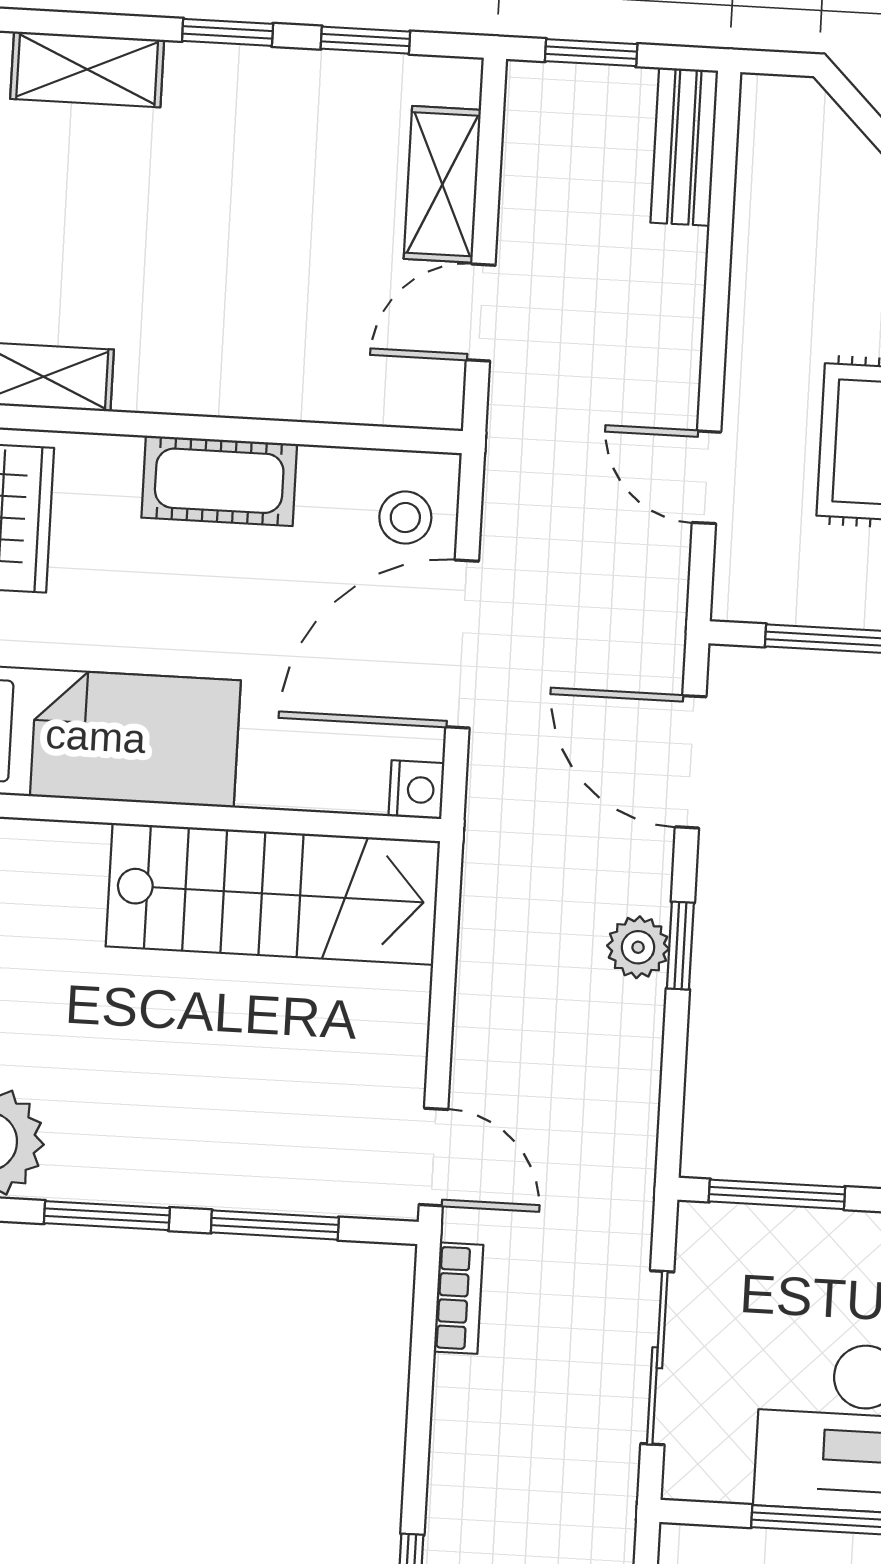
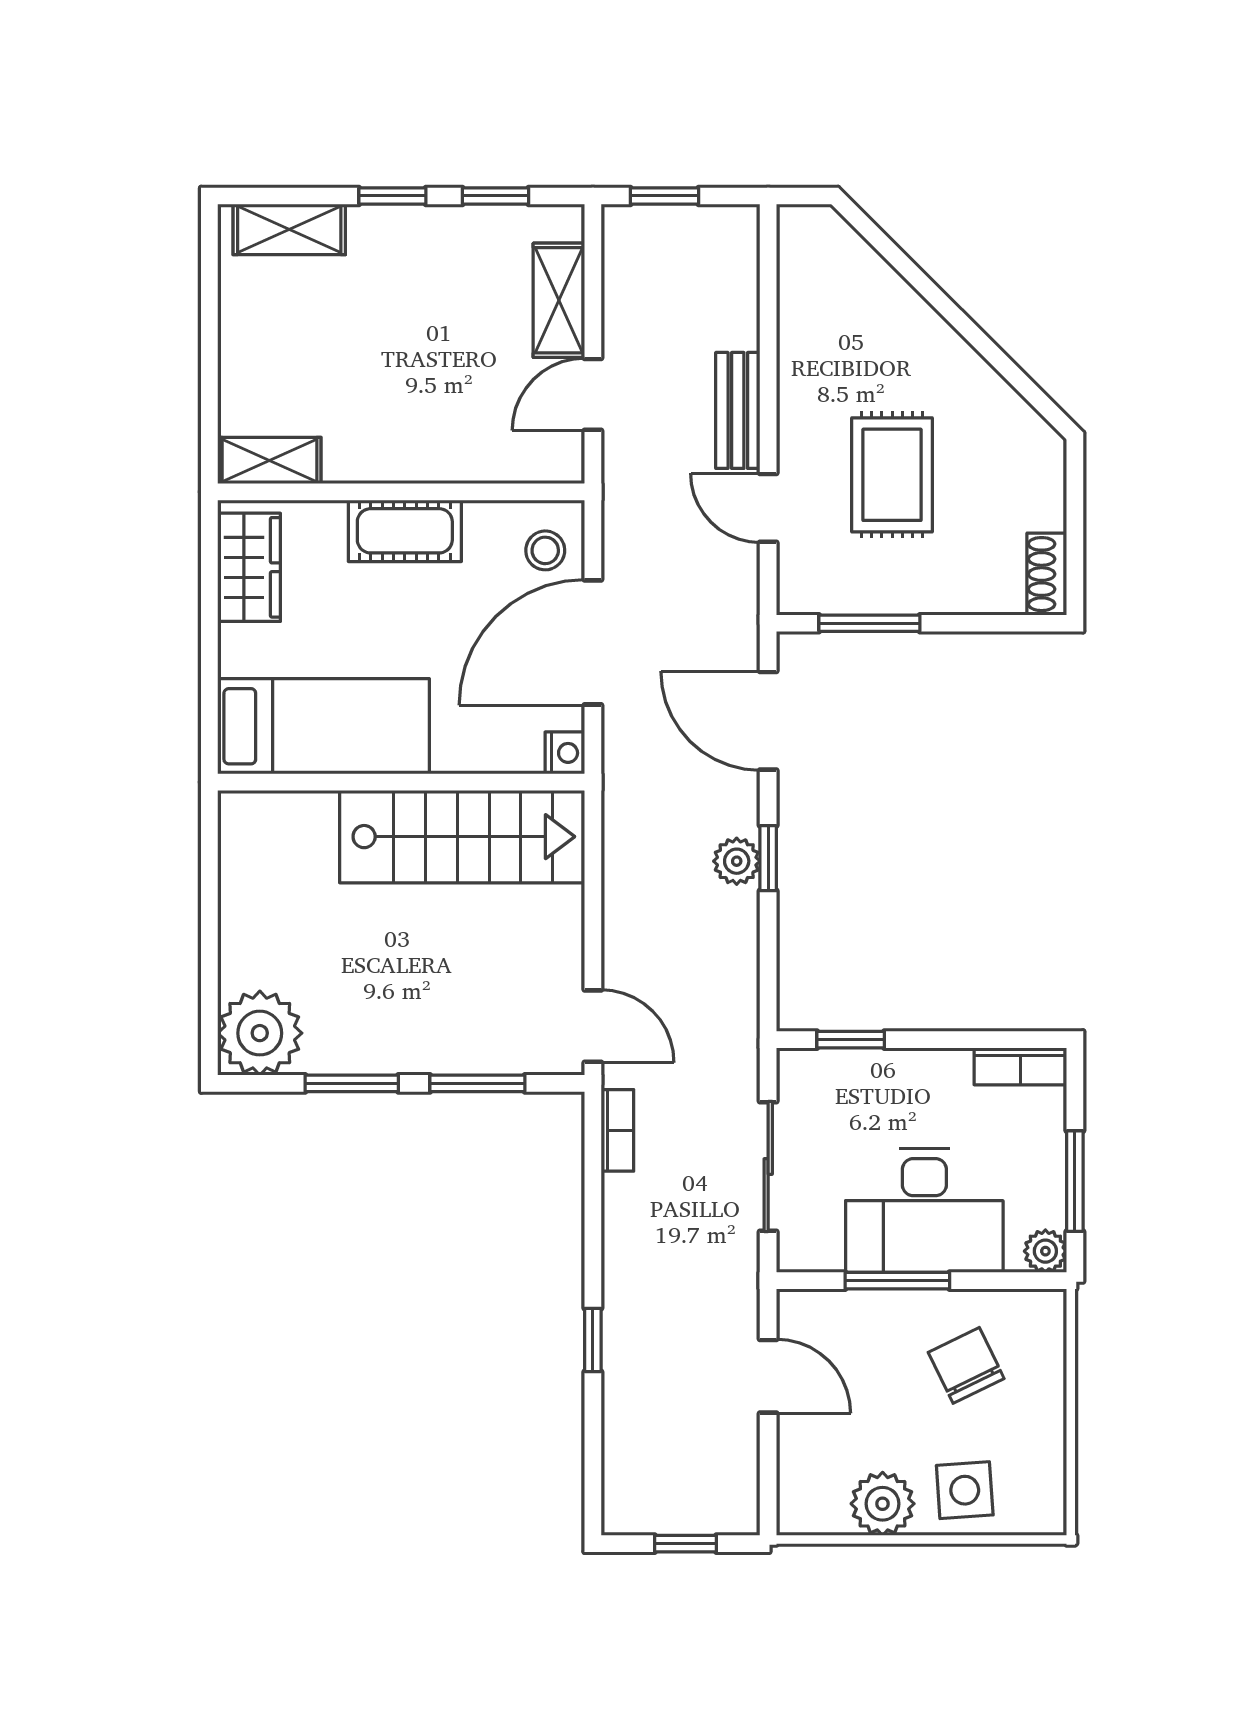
bench: (684, 147) -> (738, 410), moved
window: (777, 1194) -> (851, 1040), width x0.67

